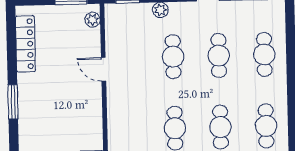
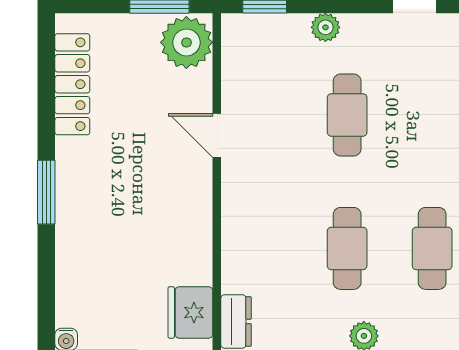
plant: (93, 20) -> (186, 42), width x1.88, depth x1.88
cafe table: (219, 56) -> (432, 115), removed

